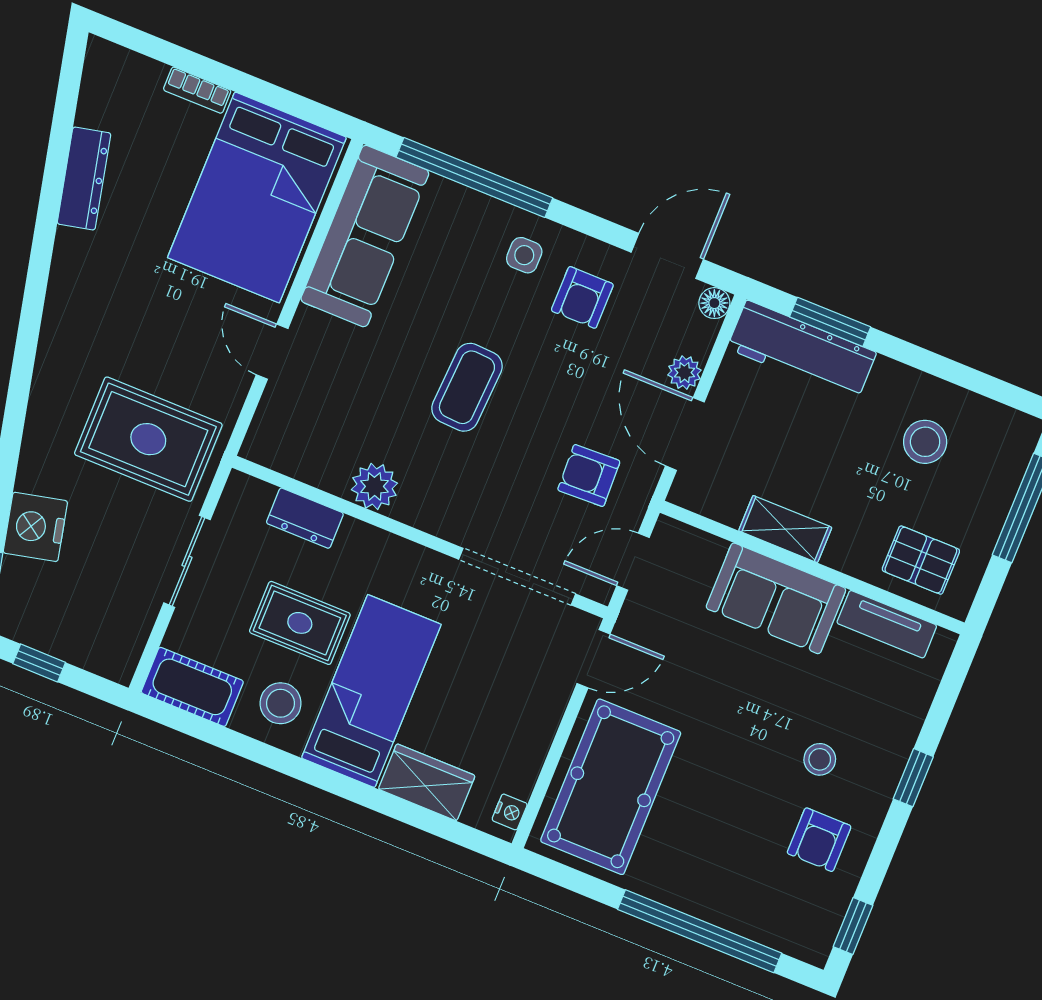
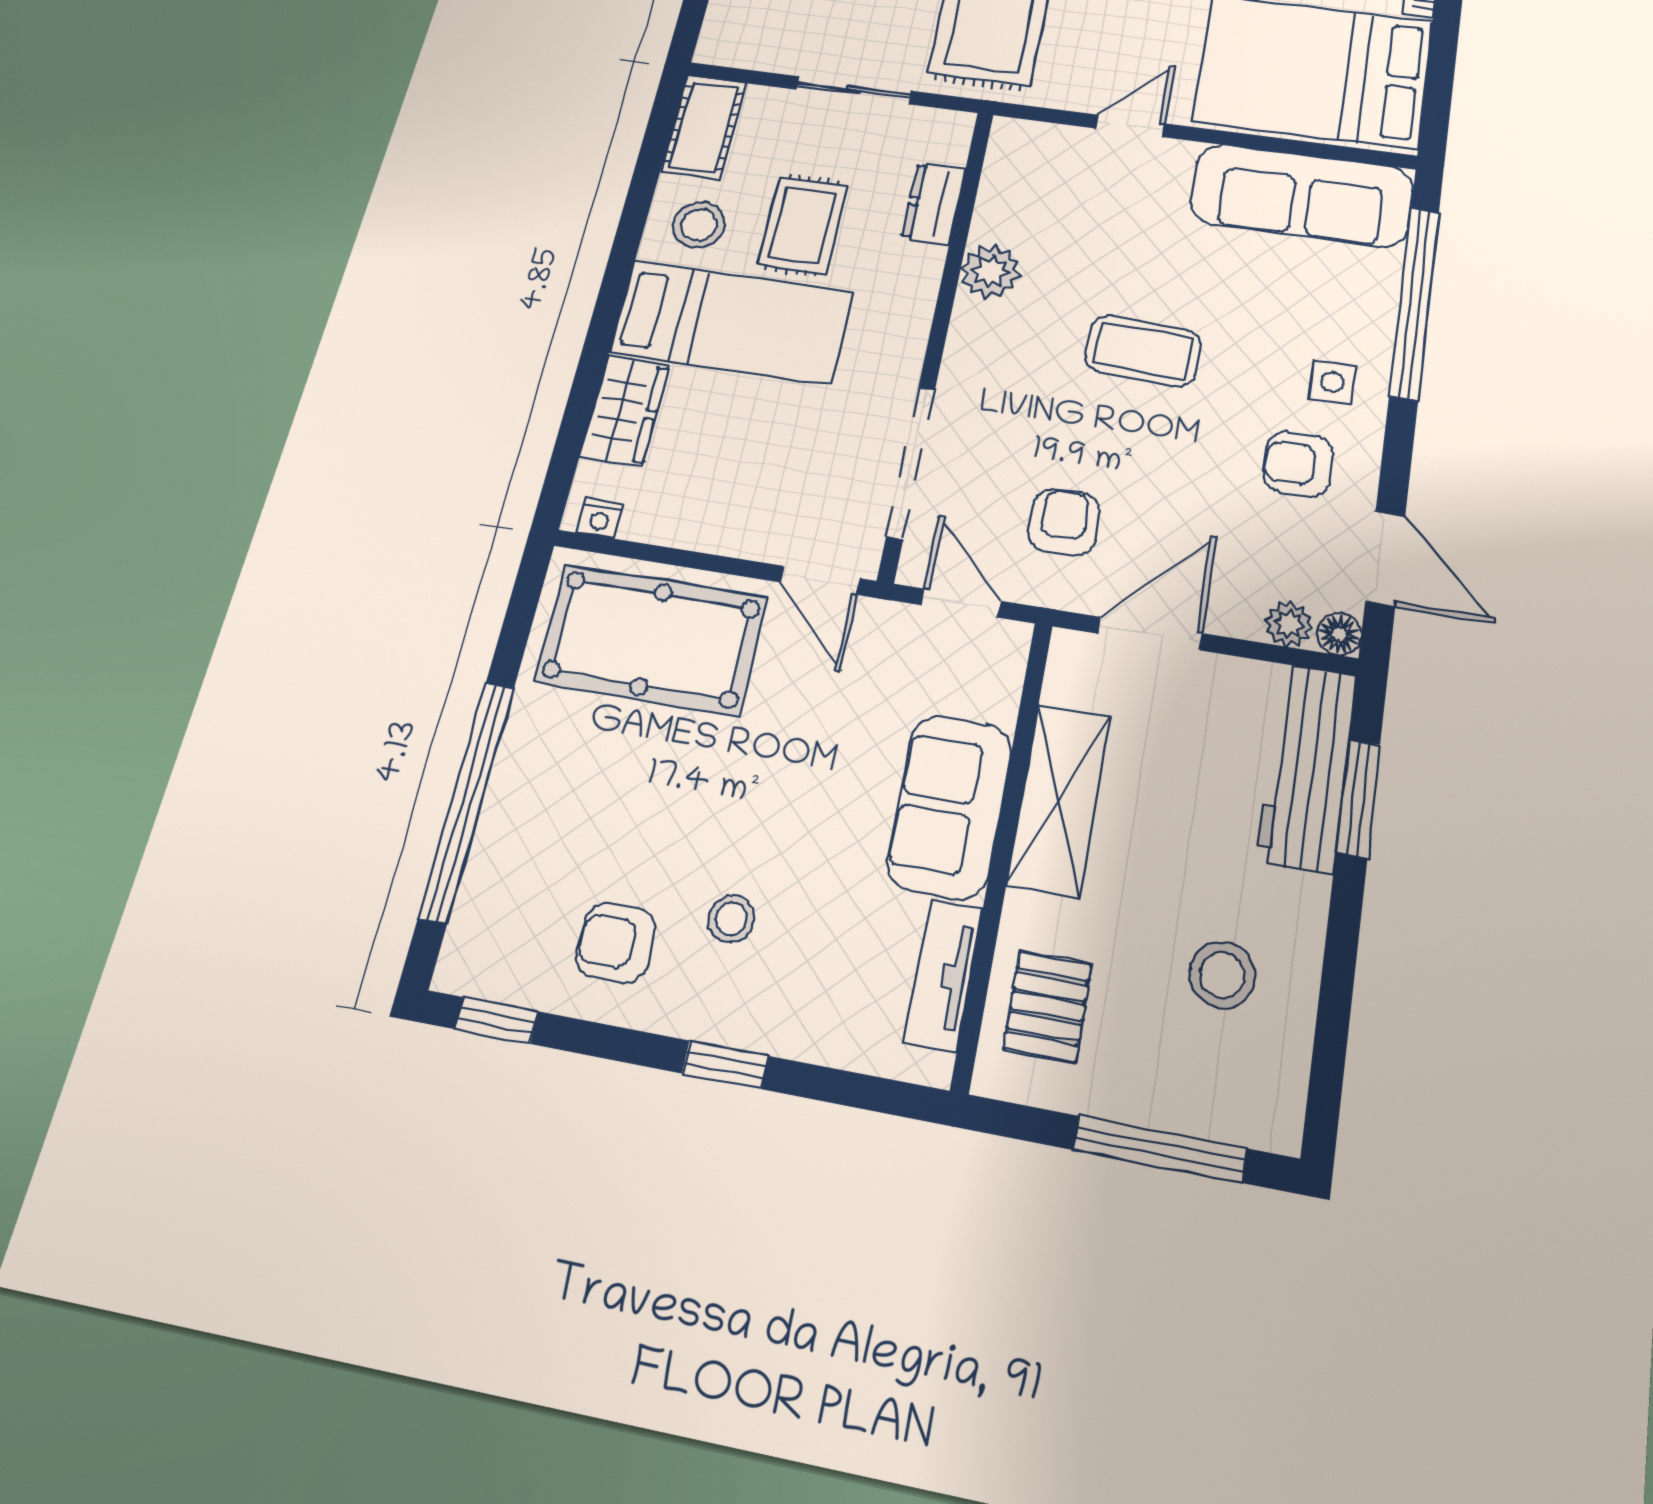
plant: (684, 373) -> (1289, 624), moved
shelving: (785, 529) -> (1059, 800), width x1.50, depth x1.33

